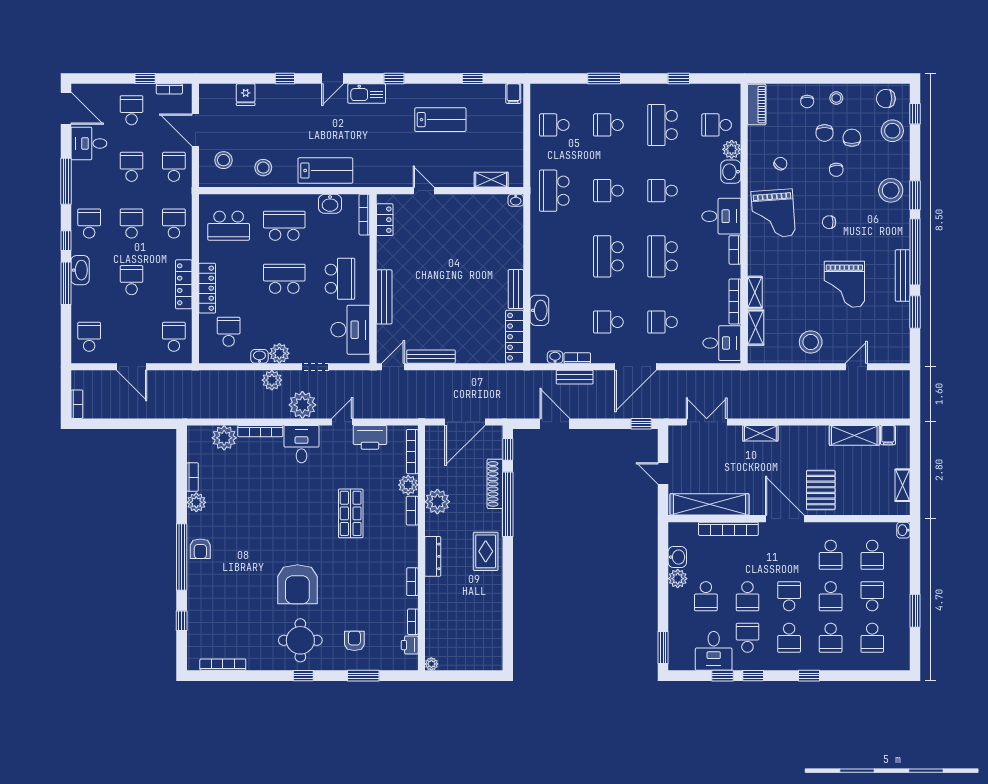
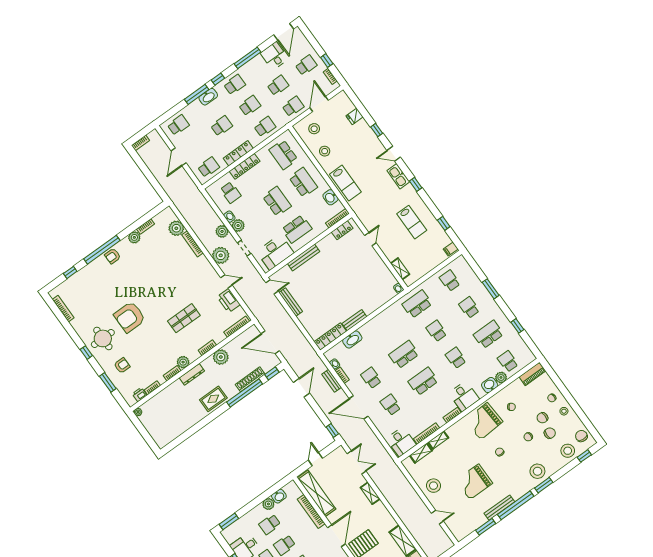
school desk: (229, 332) -> (231, 193), turned 90
desk: (301, 444) -> (201, 269), removed
plant: (408, 485) -> (183, 362), moved

